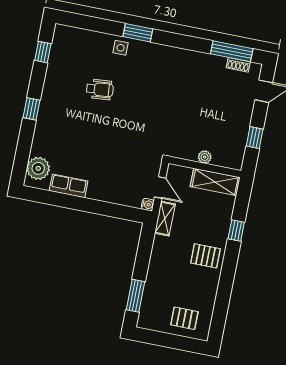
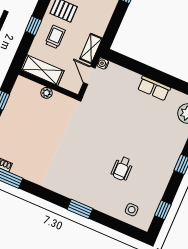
side table: (121, 48) -> (132, 210), moved
wheelchair: (100, 89) -> (122, 168), turned -85
row of seats: (69, 186) -> (154, 88), moved
trolley: (209, 223) -> (55, 37), added

